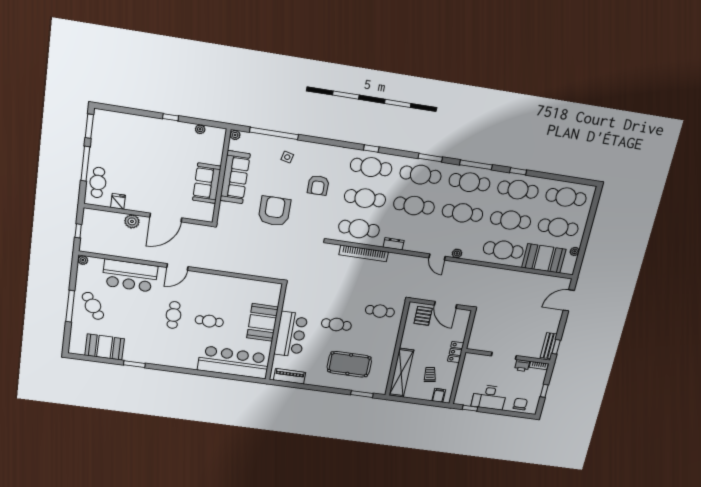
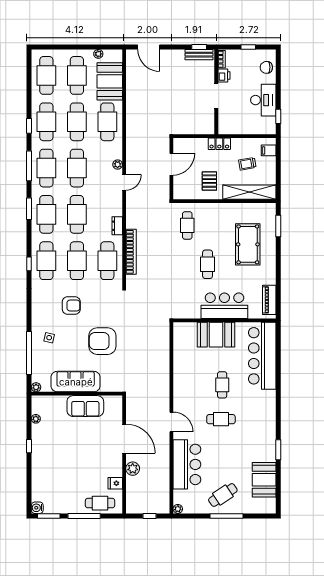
water cooler: (100, 115) -> (37, 508), added
pallet: (423, 316) -> (209, 181), moved, turned 90

